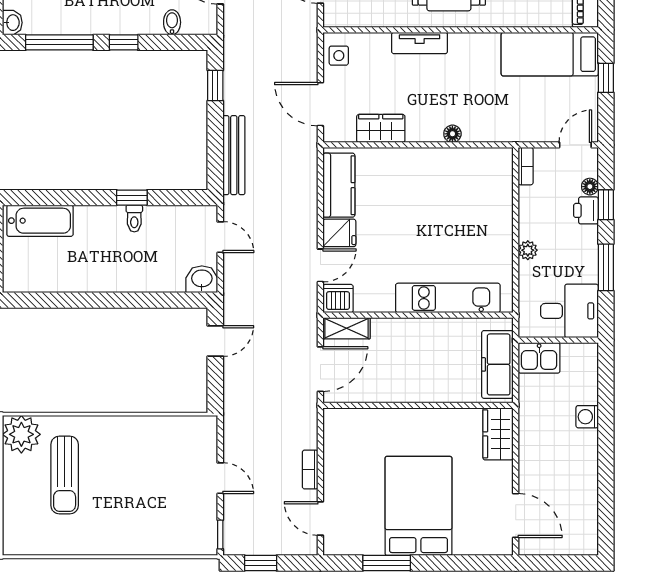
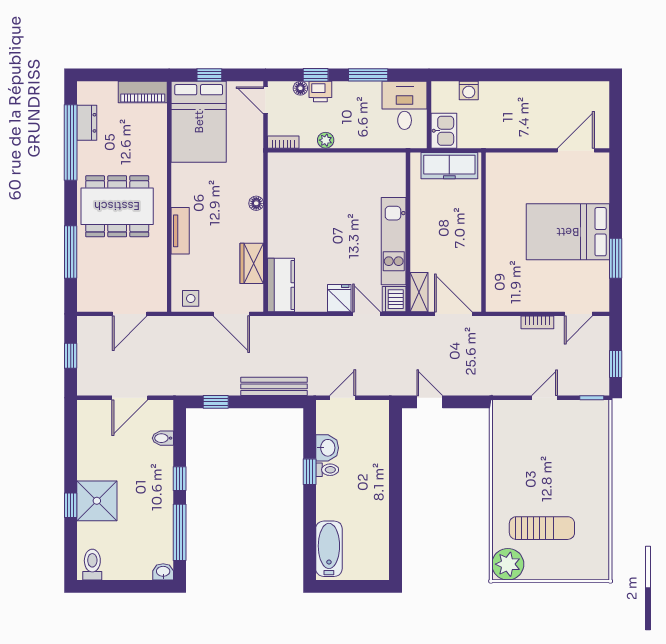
bed: (550, 54) -> (199, 122), width x1.50
door: (320, 104) -> (231, 314), hinge flipped
kitchen counter: (339, 185) -> (281, 285), moved, turned 90
plant: (528, 250) -> (326, 140), moved
washbasin: (202, 279) -> (327, 448), moved, turned 180
kitchen unit: (448, 298) -> (394, 241), moved
washing machine: (587, 417) -> (469, 91), moved
wardrobe: (498, 434) -> (507, 165), removed

